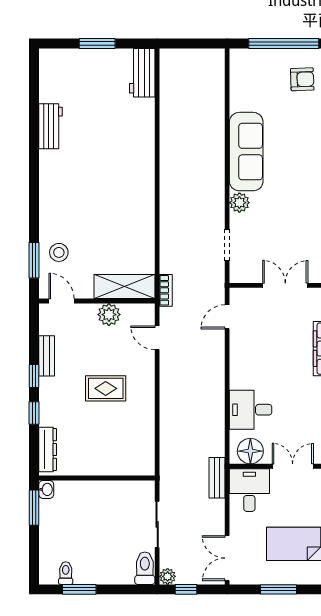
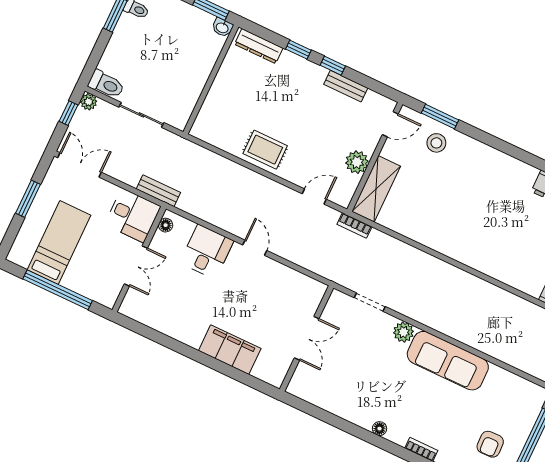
door: (227, 317) -> (255, 248), moved
rug: (106, 388) -> (265, 150), moved, turned 90
floor lamp: (250, 451) -> (166, 225), width x0.53, depth x0.53

